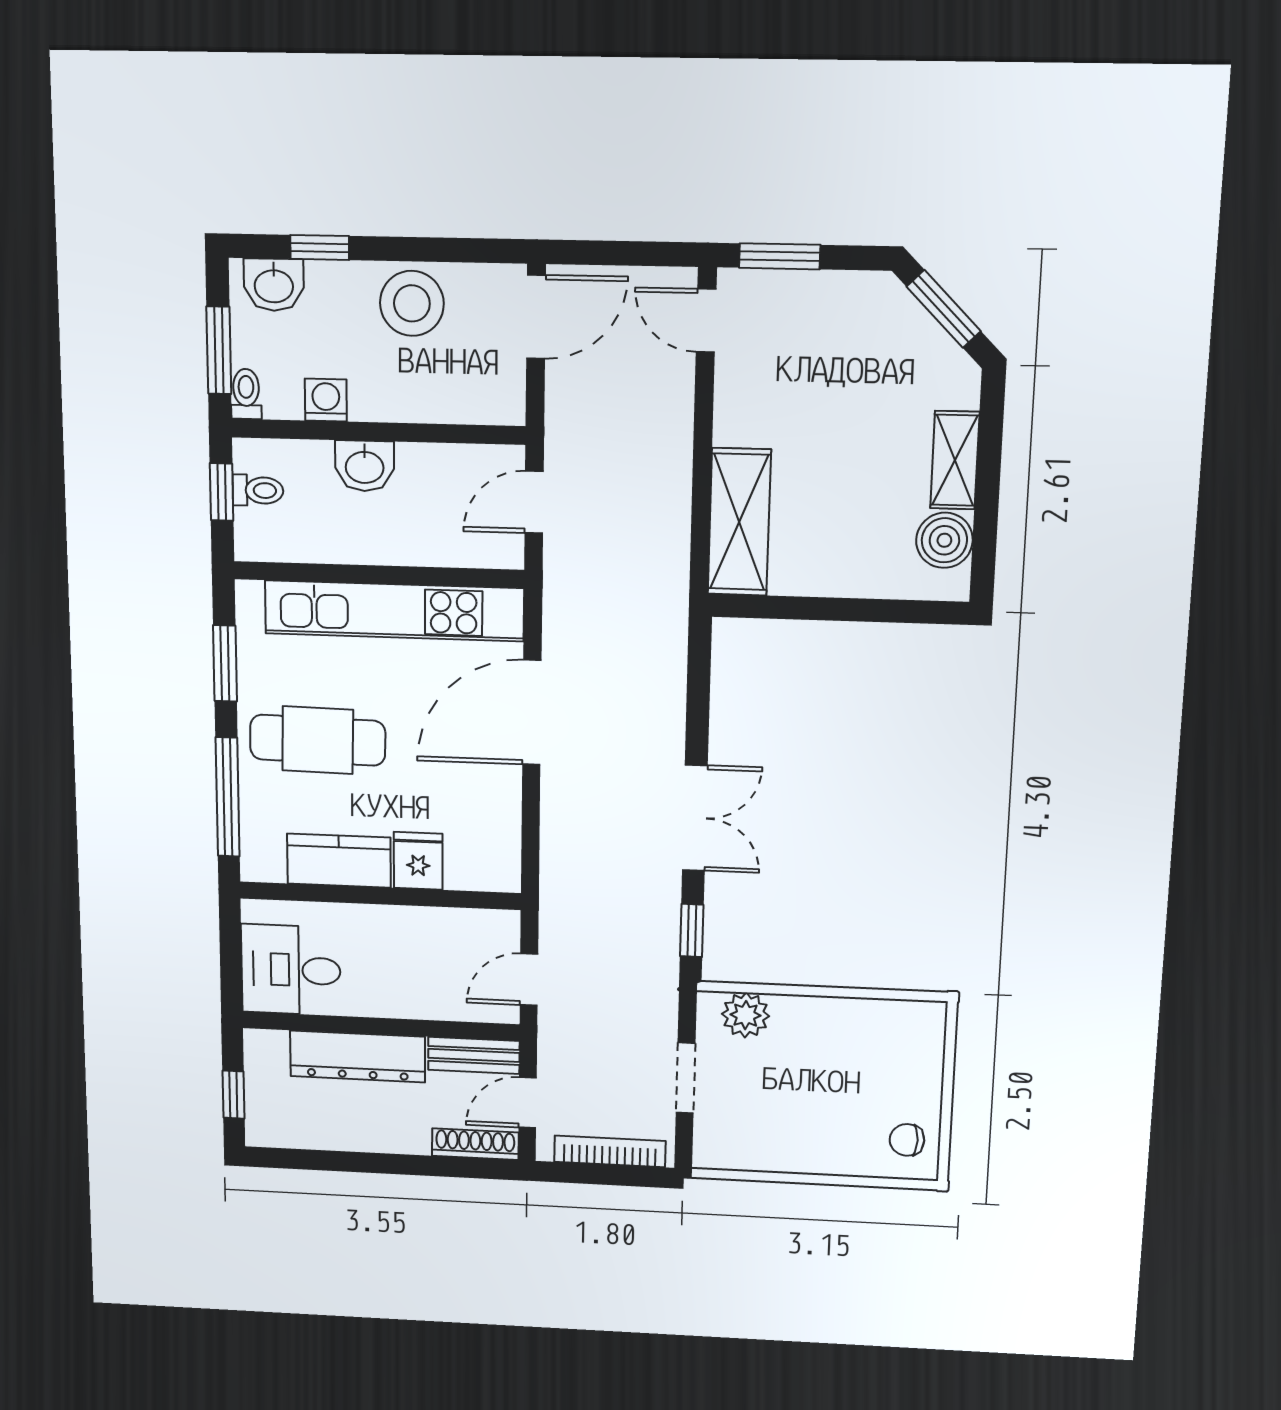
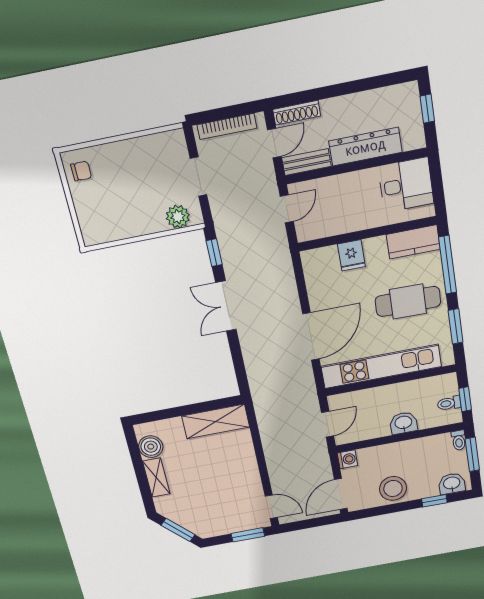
washing machine: (326, 400) -> (347, 459), moved, turned -90
shelving: (739, 522) -> (216, 421), moved, turned 90
kitchen counter: (339, 861) -> (413, 242), moved

